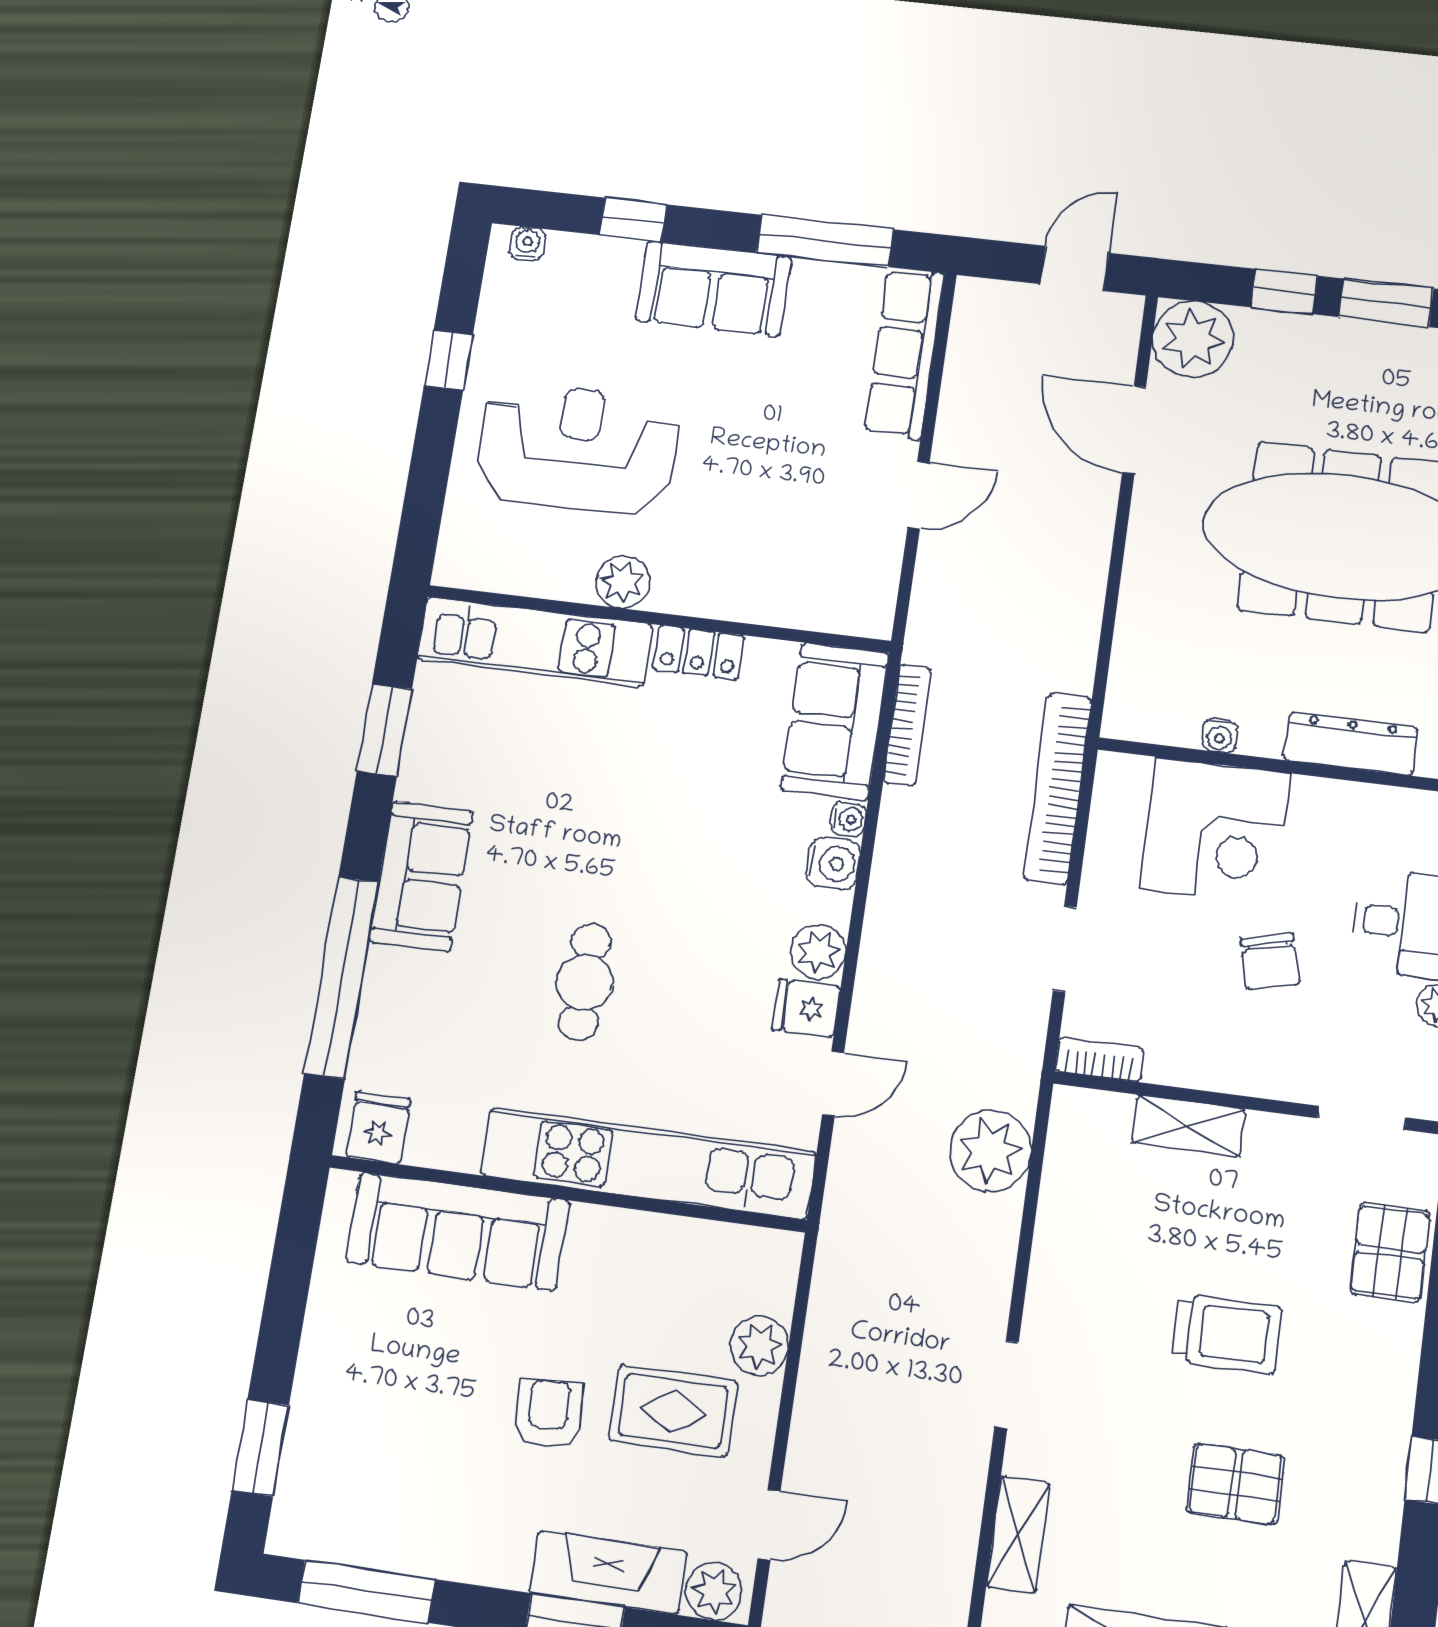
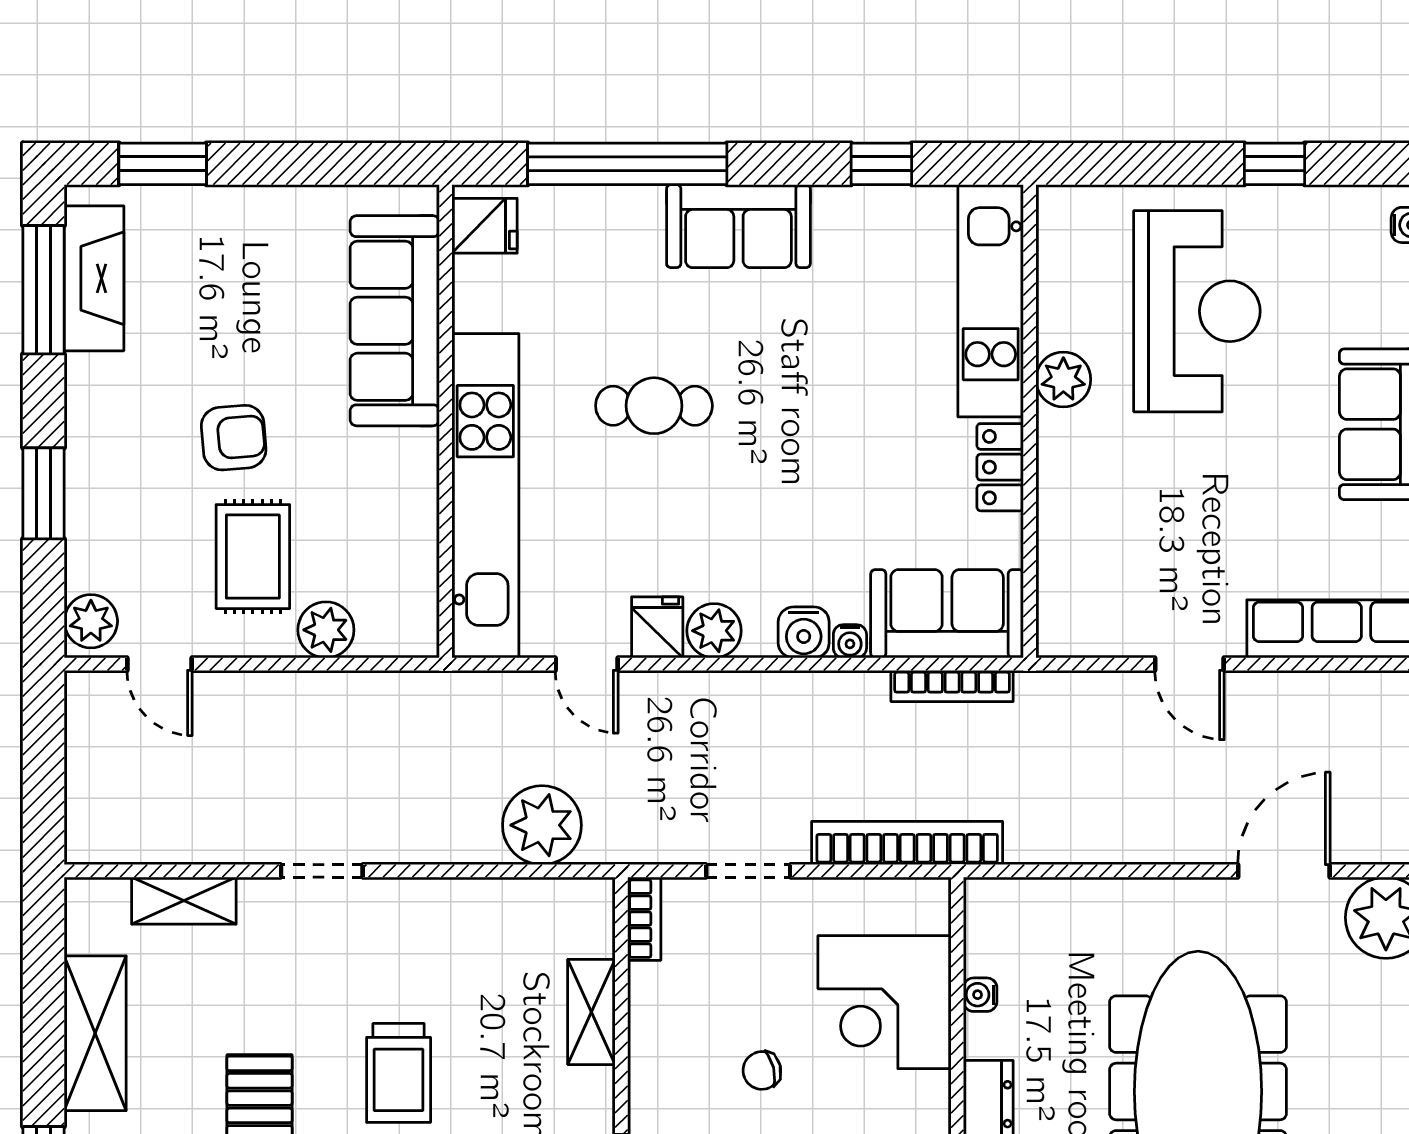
window: (384, 730) -> (881, 164), width x0.67
chair: (1270, 961) -> (762, 1070), width x0.73, depth x0.73
fireplace: (608, 1572) -> (94, 278), moved

